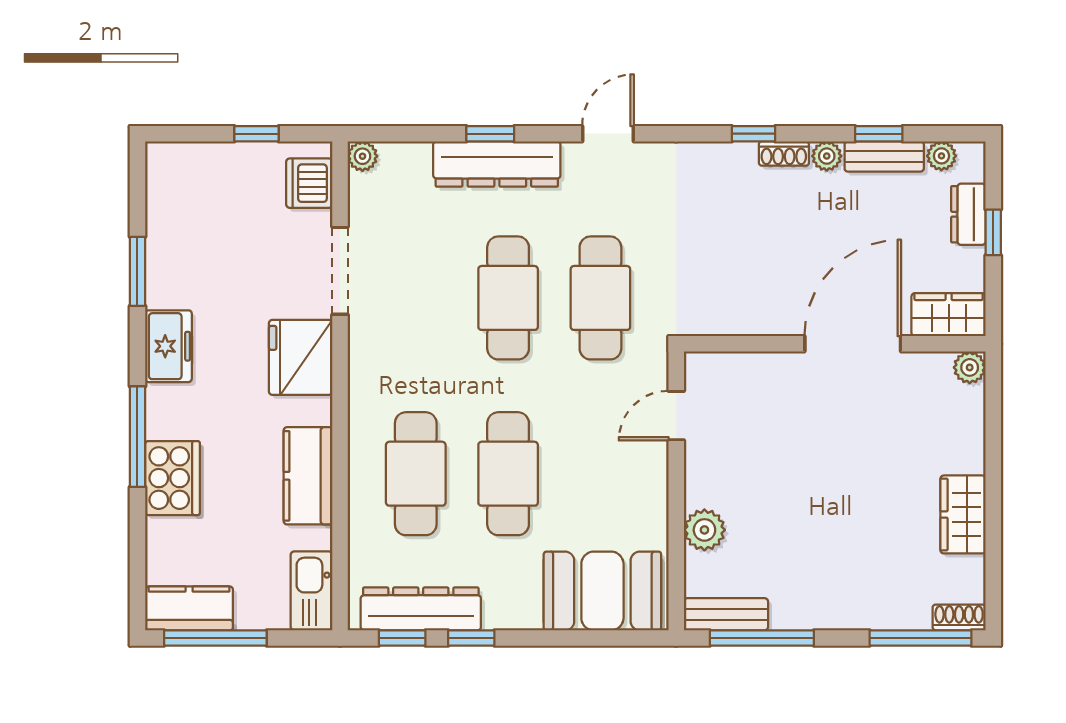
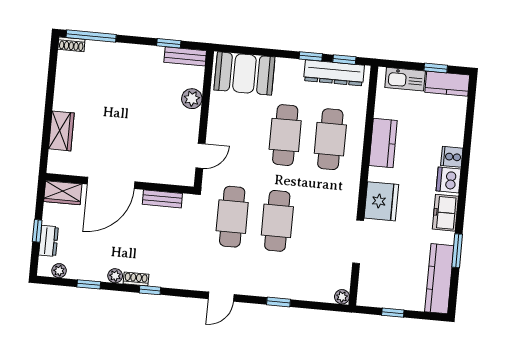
bench: (884, 156) -> (162, 199), moved
dresser: (497, 164) -> (277, 287), removed
dishwasher: (309, 183) -> (449, 180), moved, turned 180
kitchen counter: (168, 211) -> (439, 279), added
plant: (970, 367) -> (55, 166), removed
window: (137, 437) -> (465, 170), removed
cooker: (172, 478) -> (452, 157), width x0.53, depth x0.76
wardrobe: (963, 514) -> (61, 131), moved
kitchen sink: (312, 591) -> (405, 79), moved, turned 90
window: (215, 638) -> (436, 68), width x0.46
window: (762, 638) -> (169, 43), width x0.46

